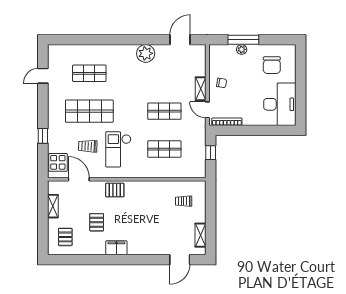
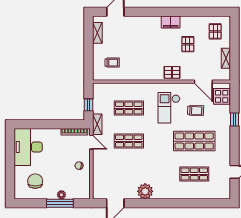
shelving: (201, 89) -> (97, 124), moved
checkout: (118, 149) -> (169, 108), turned 180

